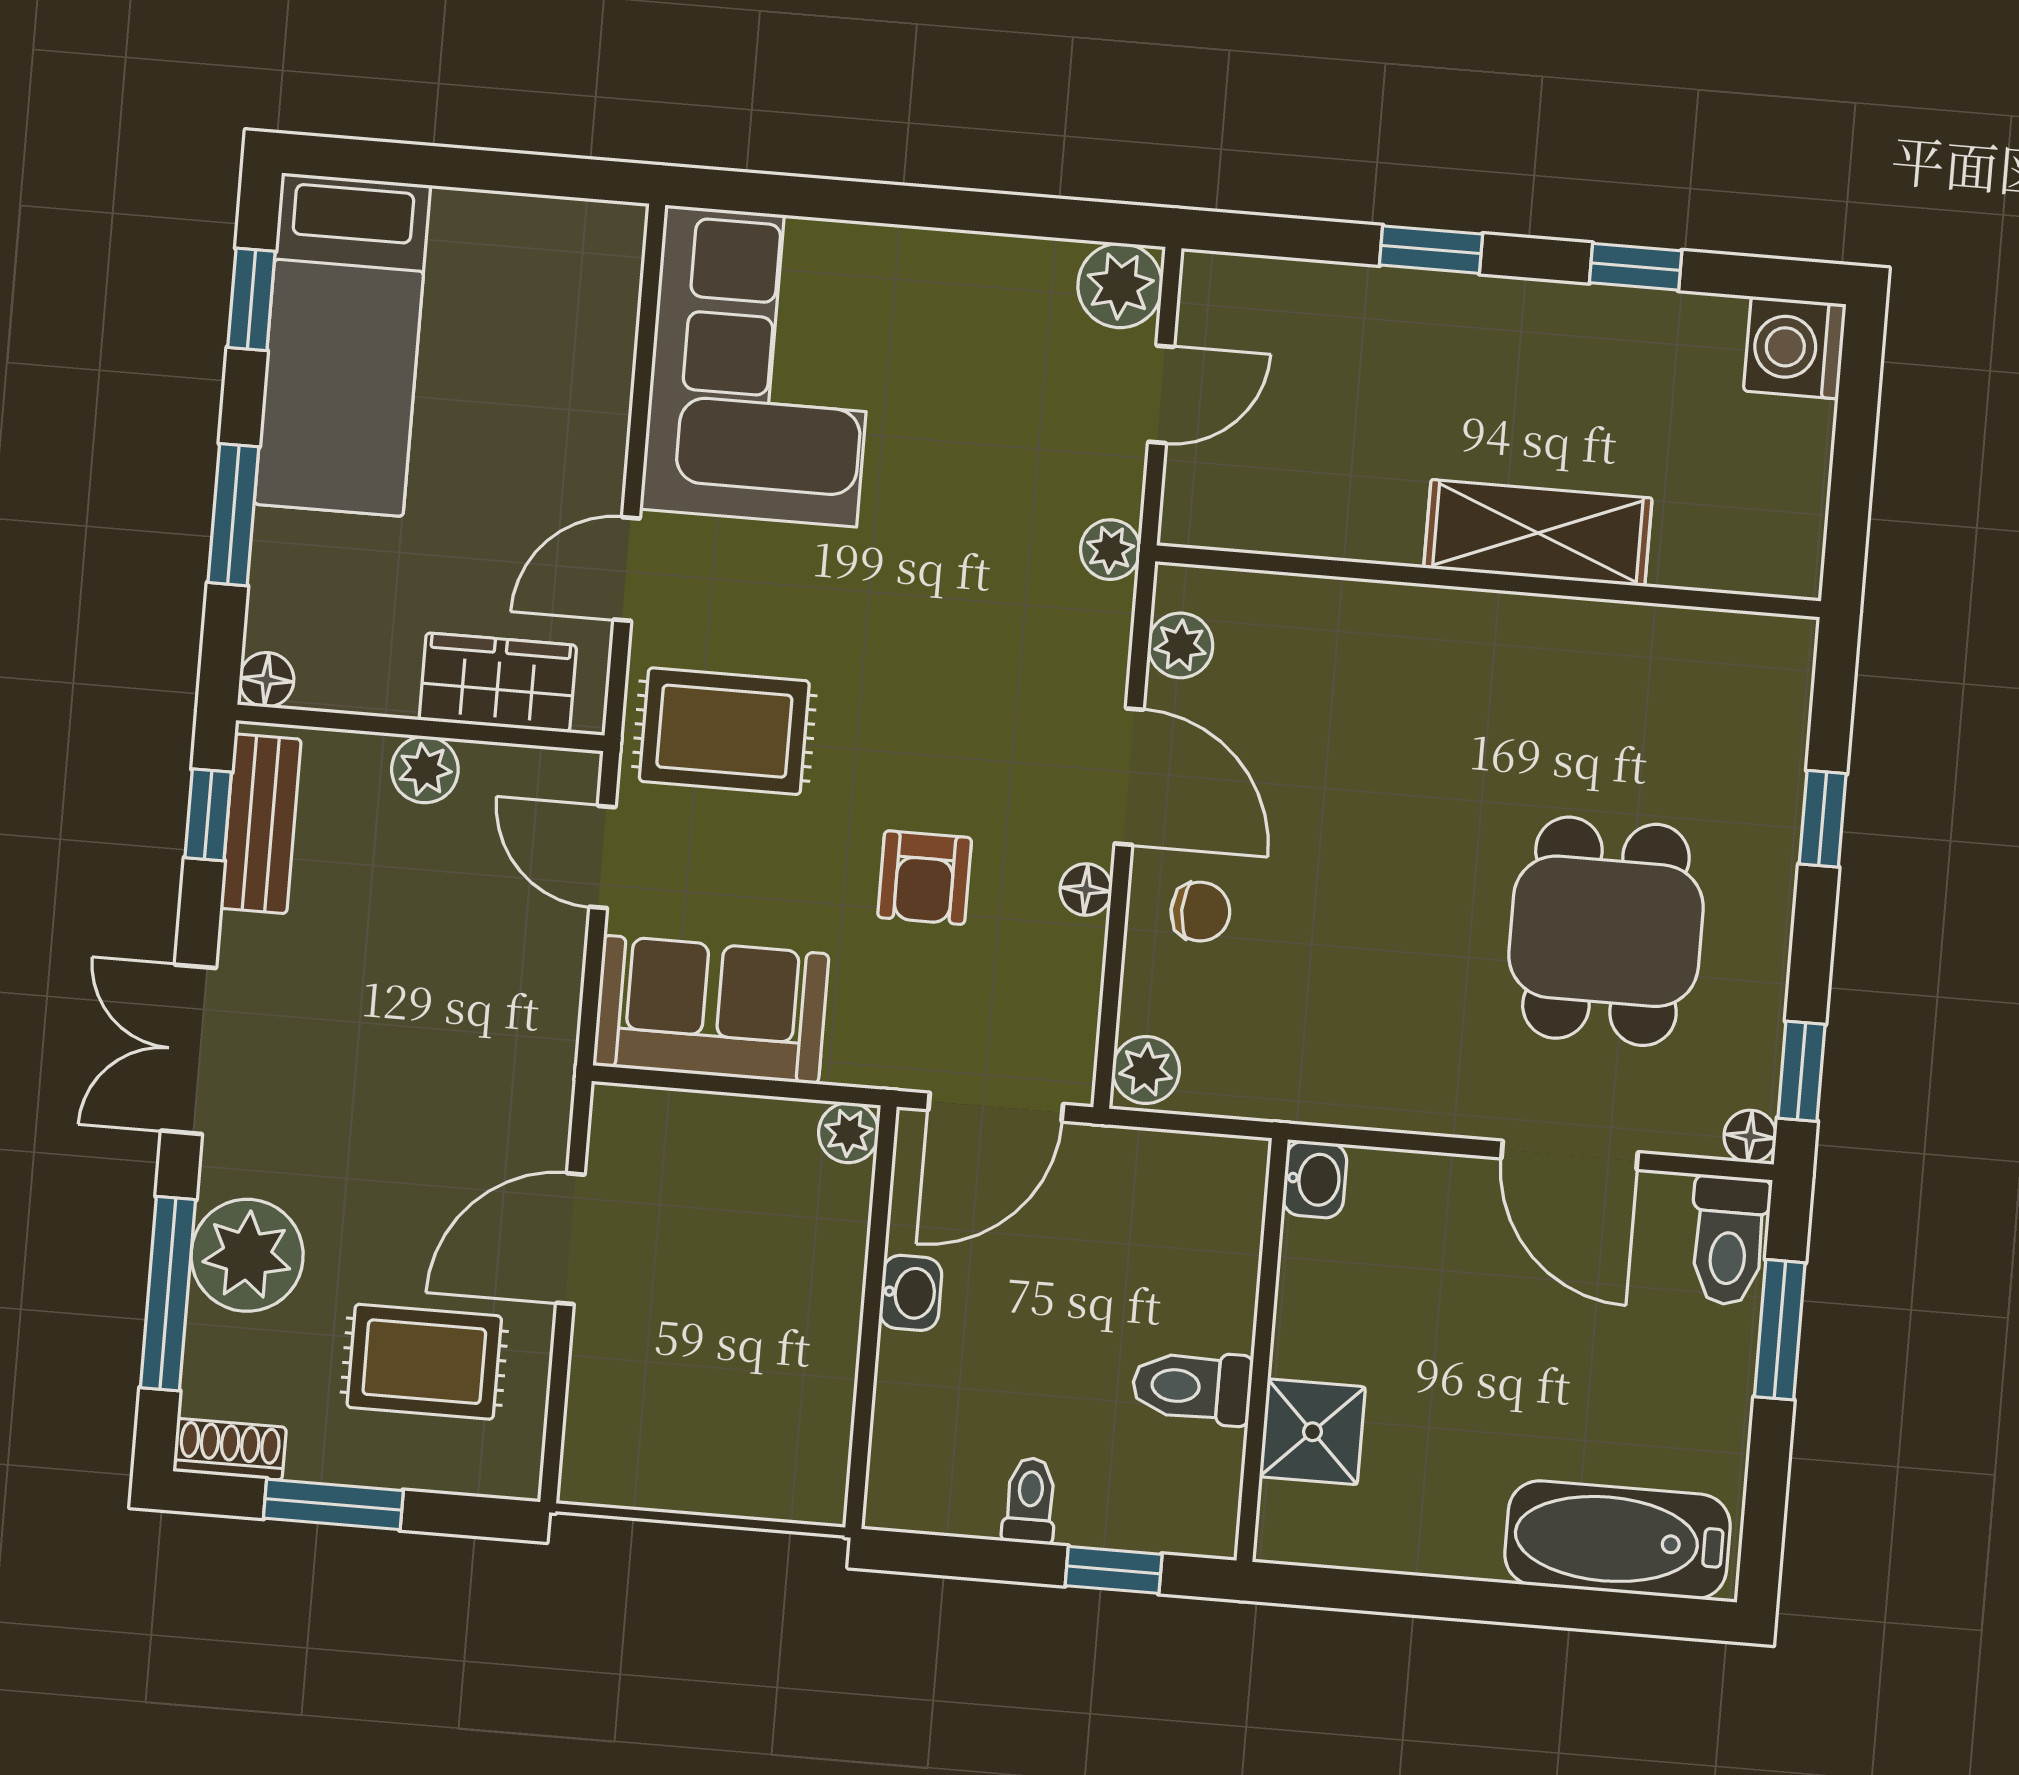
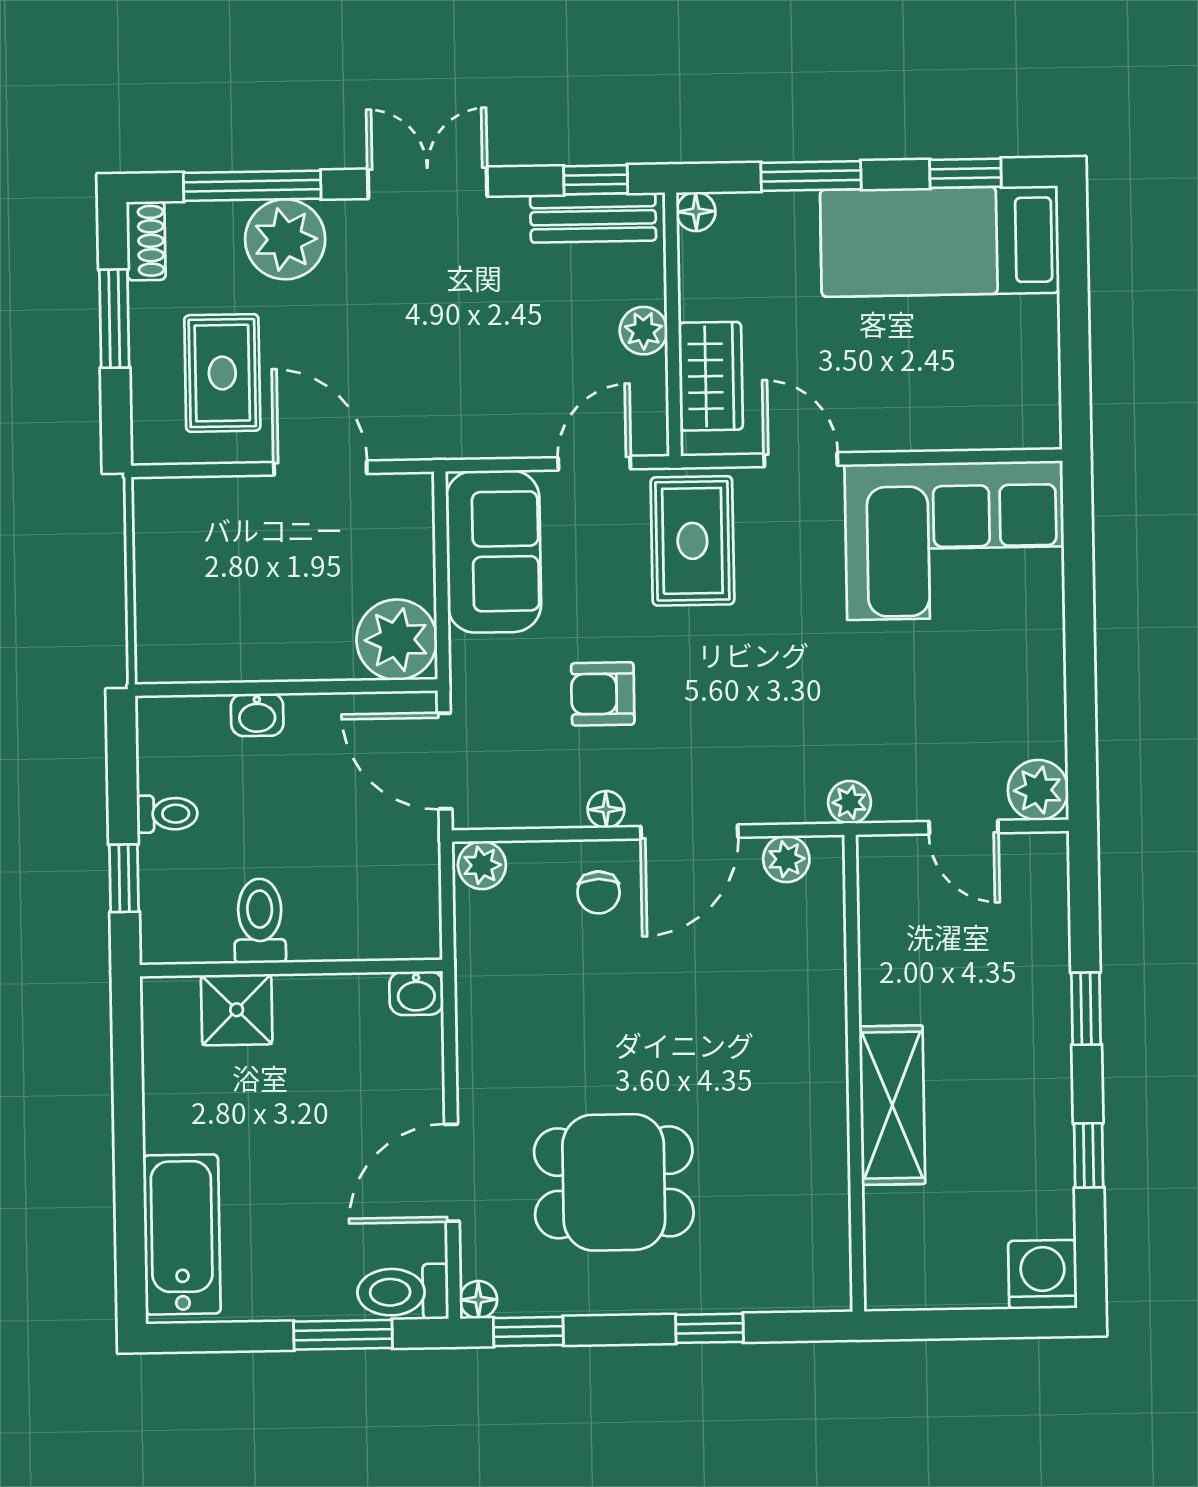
plant: (848, 1133) -> (397, 640), width x1.87, depth x1.87
washbasin: (911, 1293) -> (257, 715), moved

